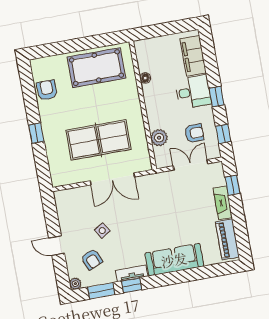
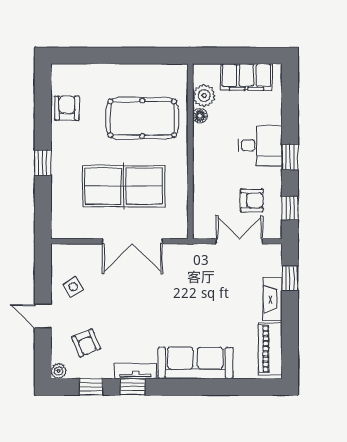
filing cabinet: (193, 56) -> (246, 77), moved, turned -90
pool table: (96, 68) -> (142, 118), moved
plant: (159, 138) -> (204, 96), moved
side table: (102, 231) -> (73, 287), moved
window: (101, 291) -> (91, 387), width x0.67

